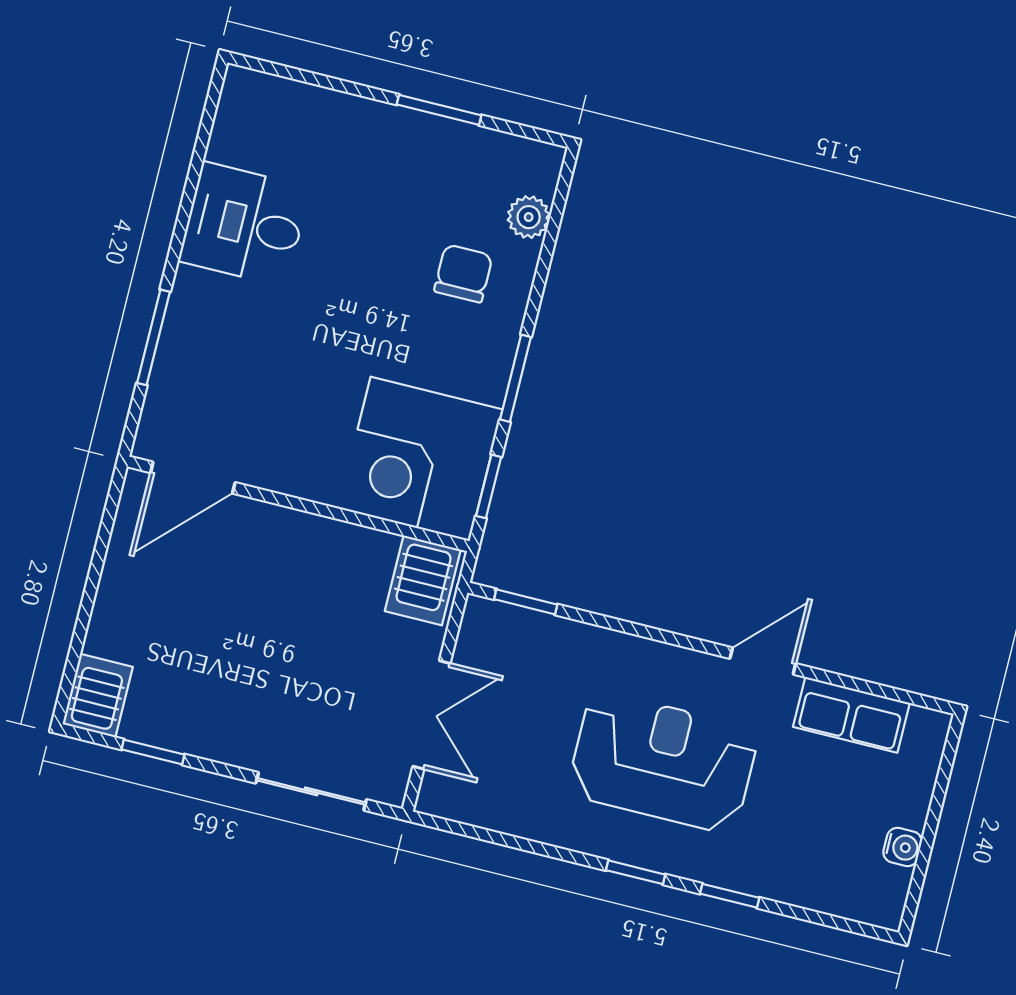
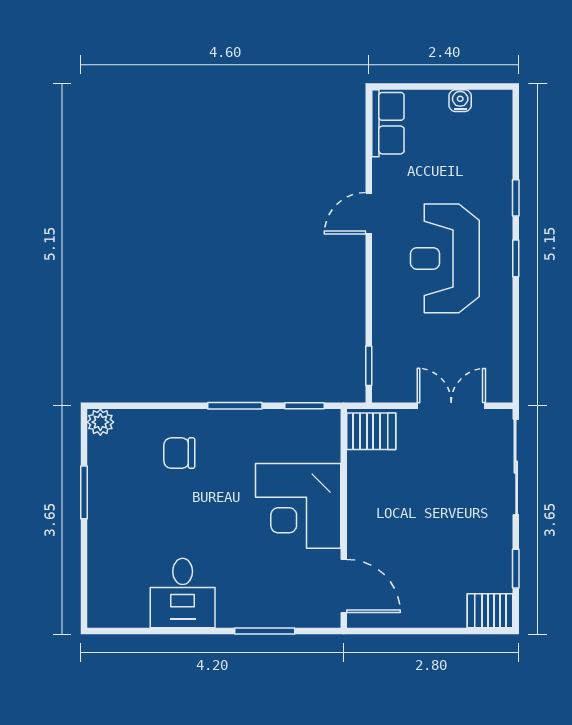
plant: (529, 217) -> (100, 422), moved
corner desk: (420, 459) -> (298, 506), moved, turned 90
door: (763, 661) -> (369, 213), hinge flipped
row of seats: (851, 715) -> (388, 123), moved
sliding door: (311, 791) -> (516, 467), width x1.37

